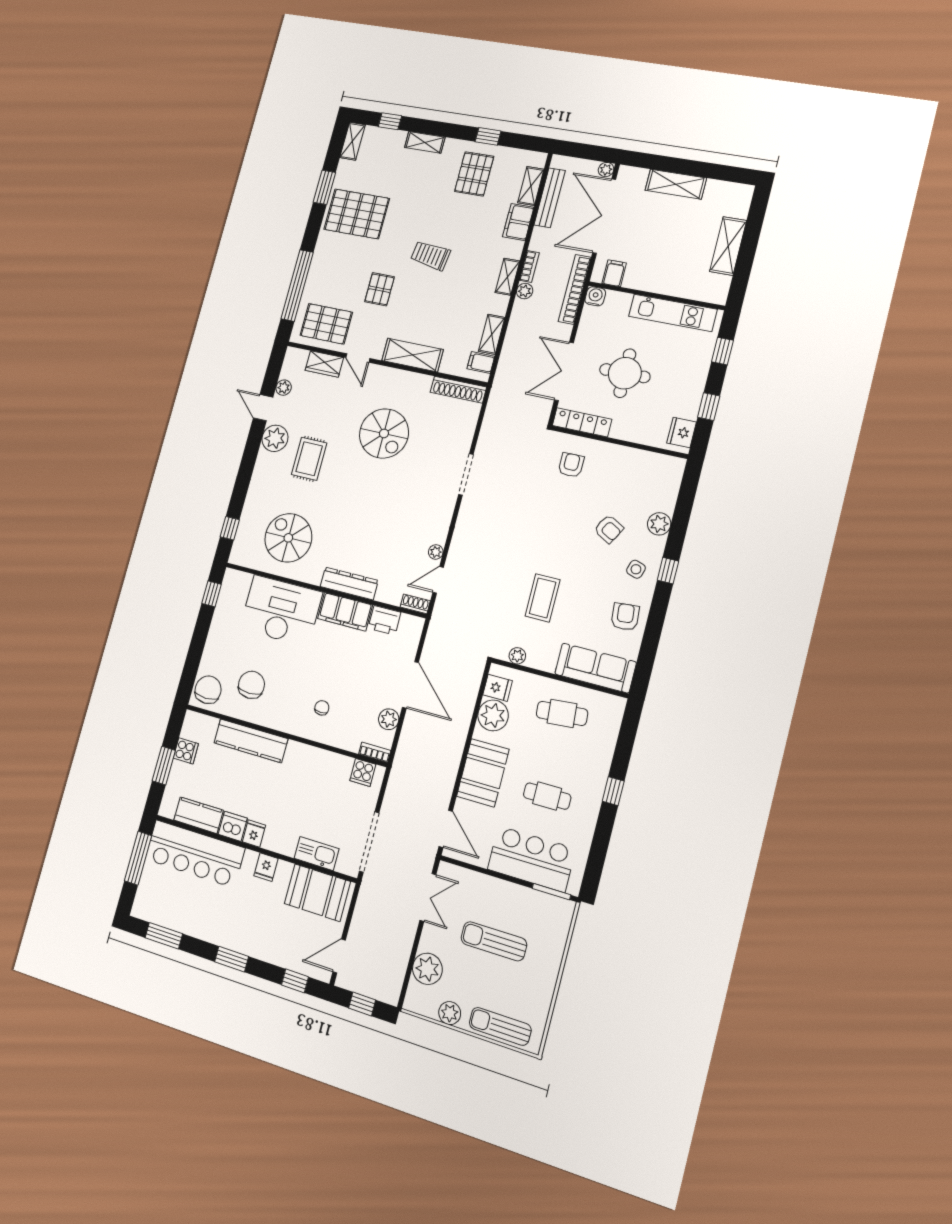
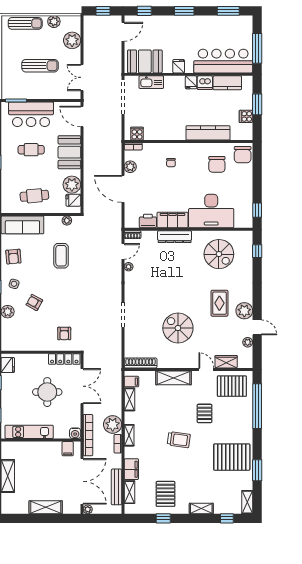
plant: (525, 291) -> (113, 424), width x1.87, depth x1.87

